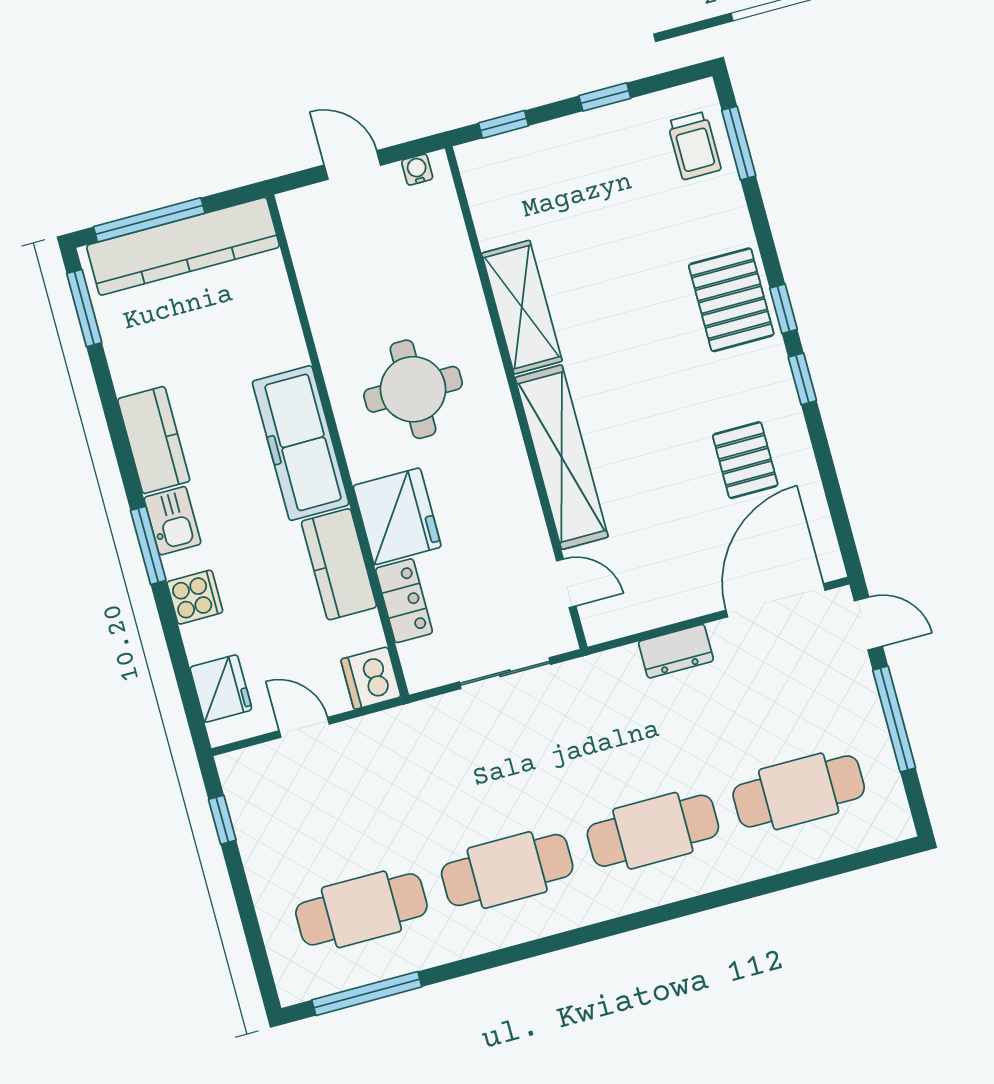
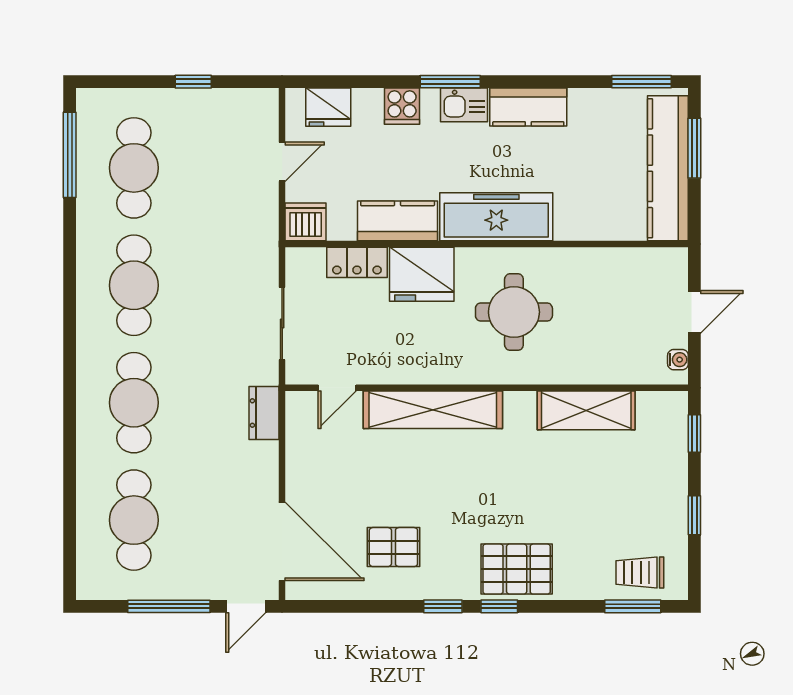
window: (149, 220) -> (694, 148), width x0.69
shelving: (522, 307) -> (586, 410), moved
dresser: (676, 651) -> (264, 413), moved
window: (222, 820) -> (193, 82), moved

